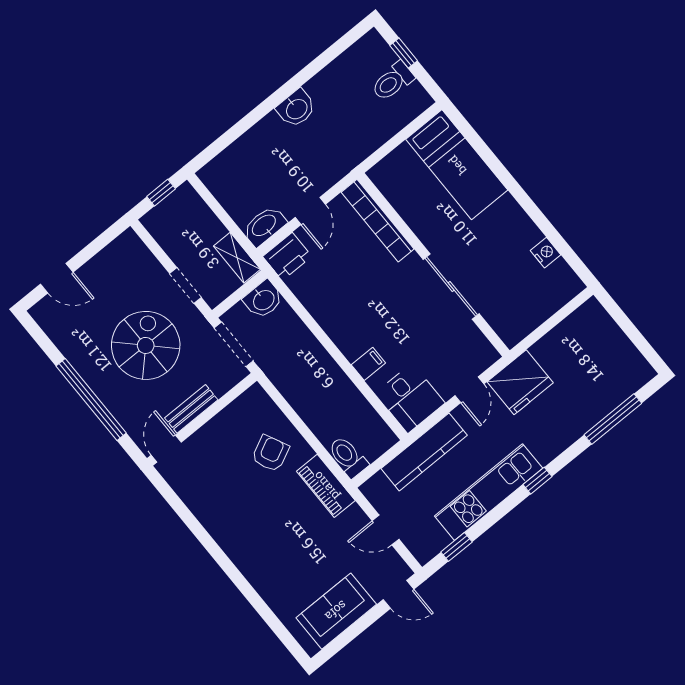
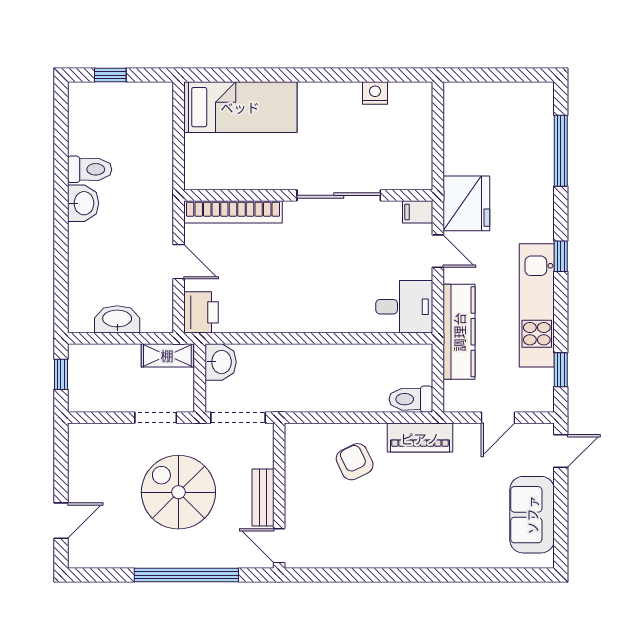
toilet: (393, 81) -> (90, 169), moved, turned -90
washbasin: (264, 226) -> (117, 319), moved, turned 90
filing cabinet: (368, 364) -> (418, 212), moved, turned -90

